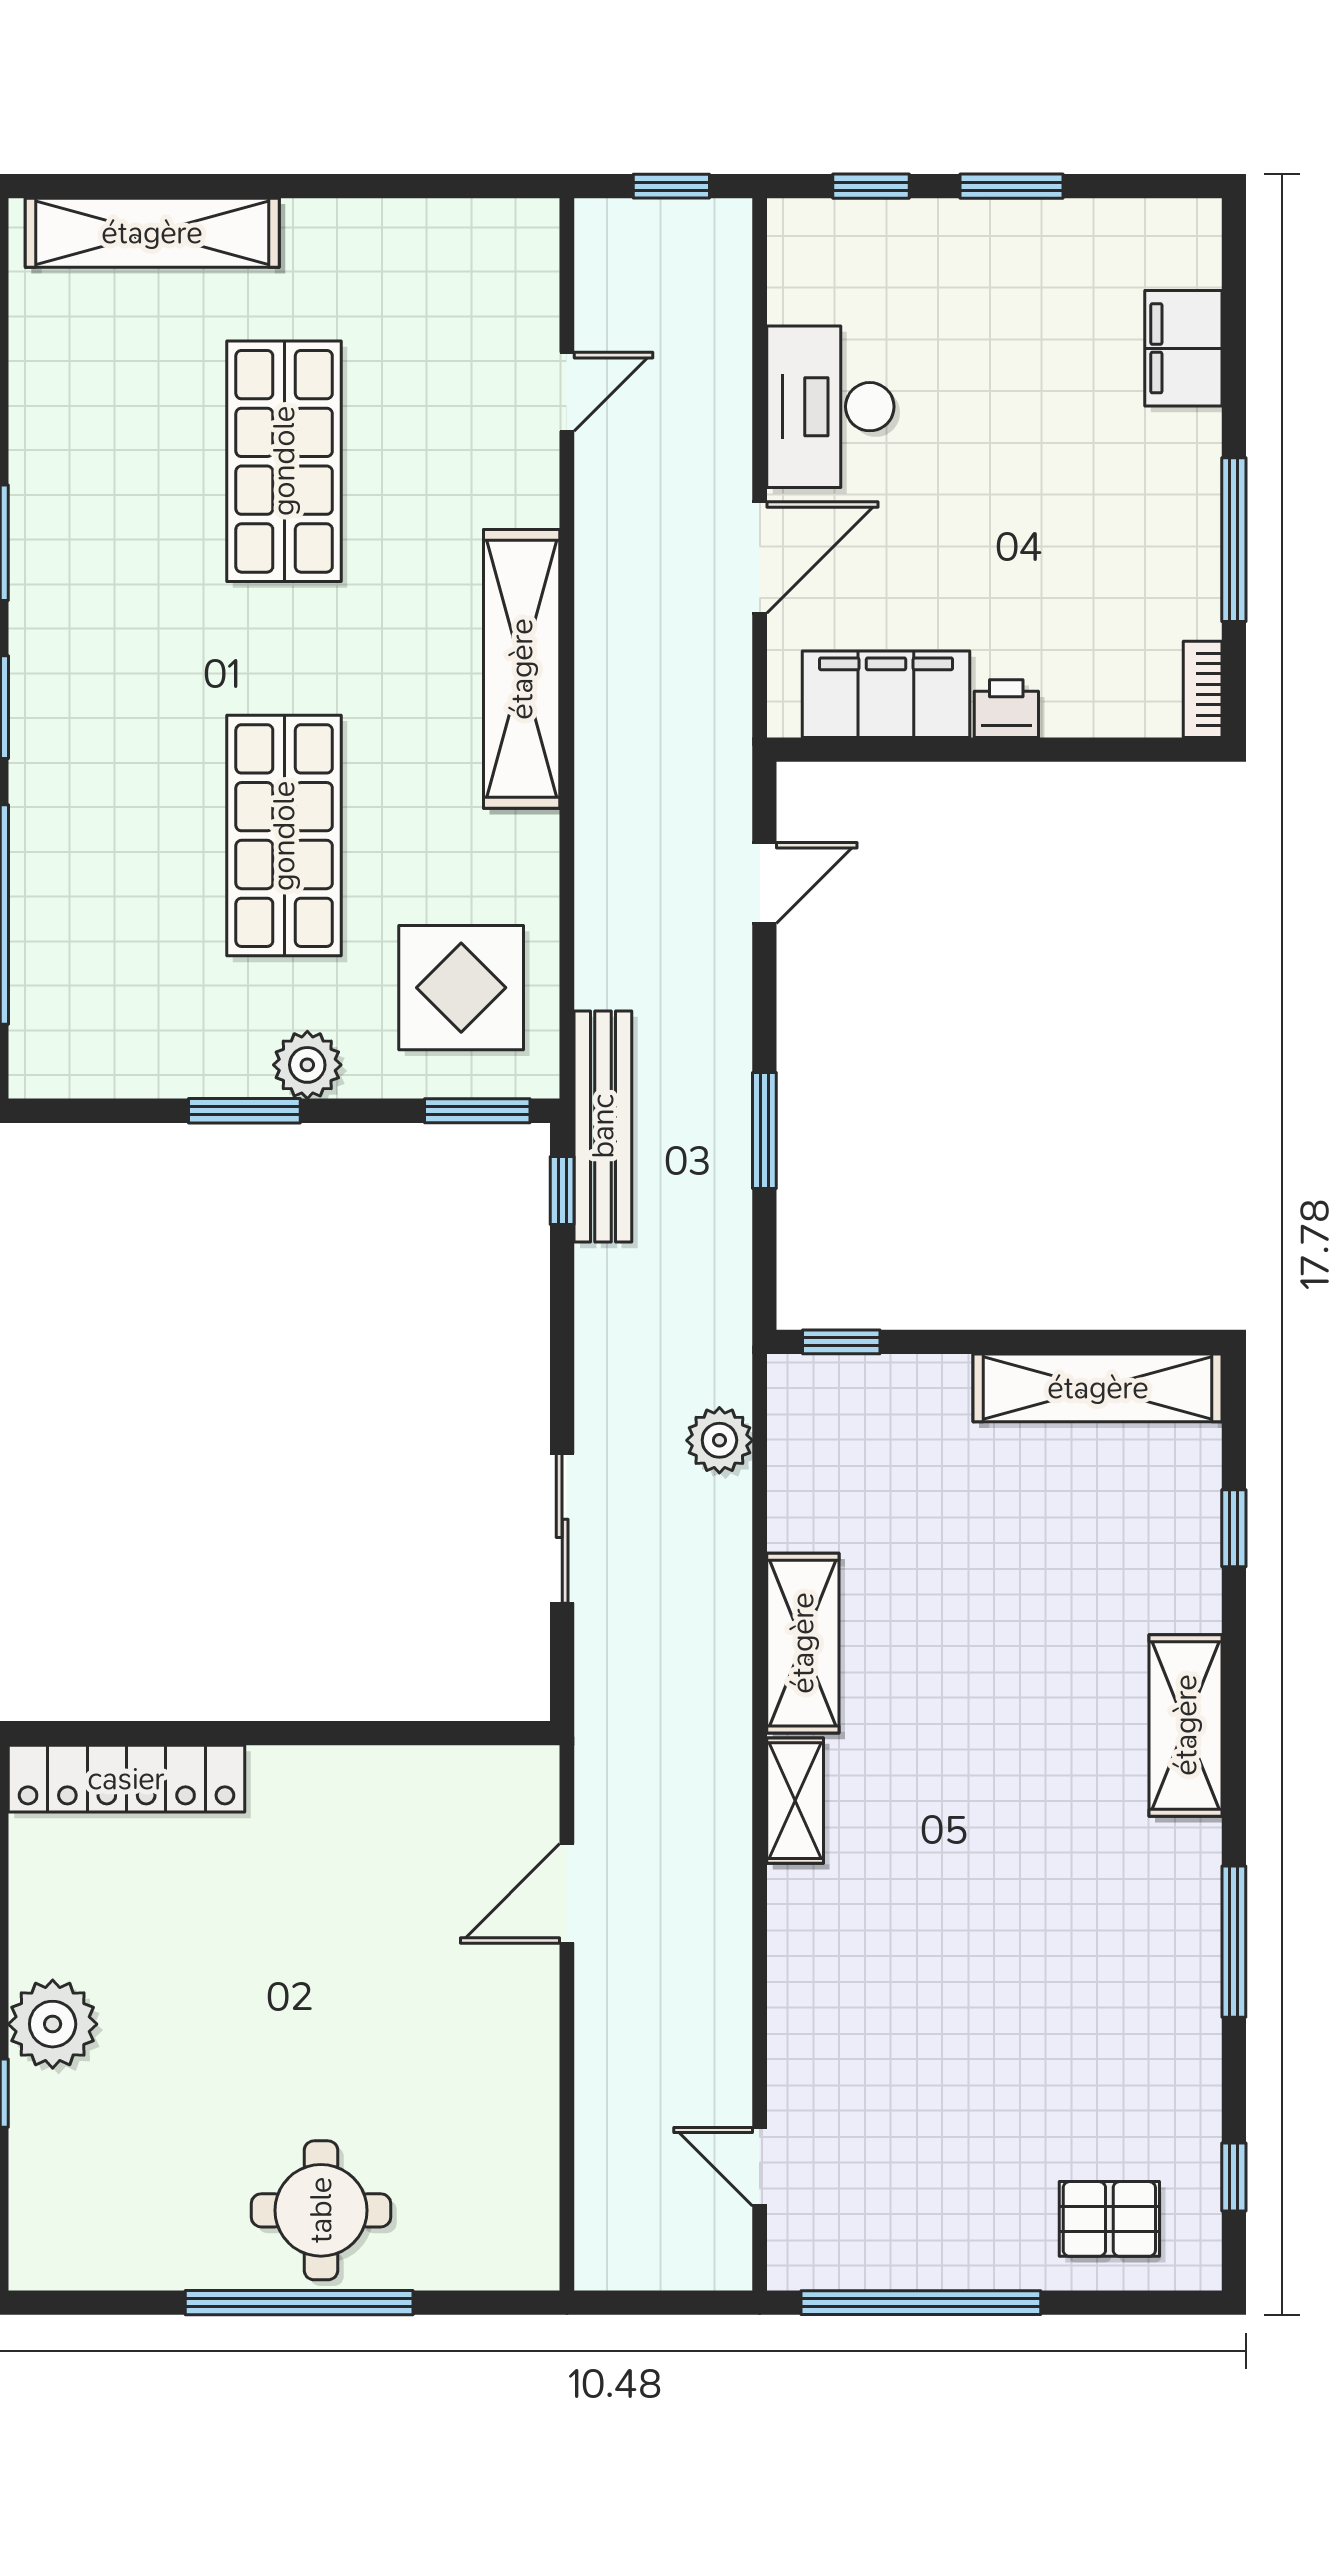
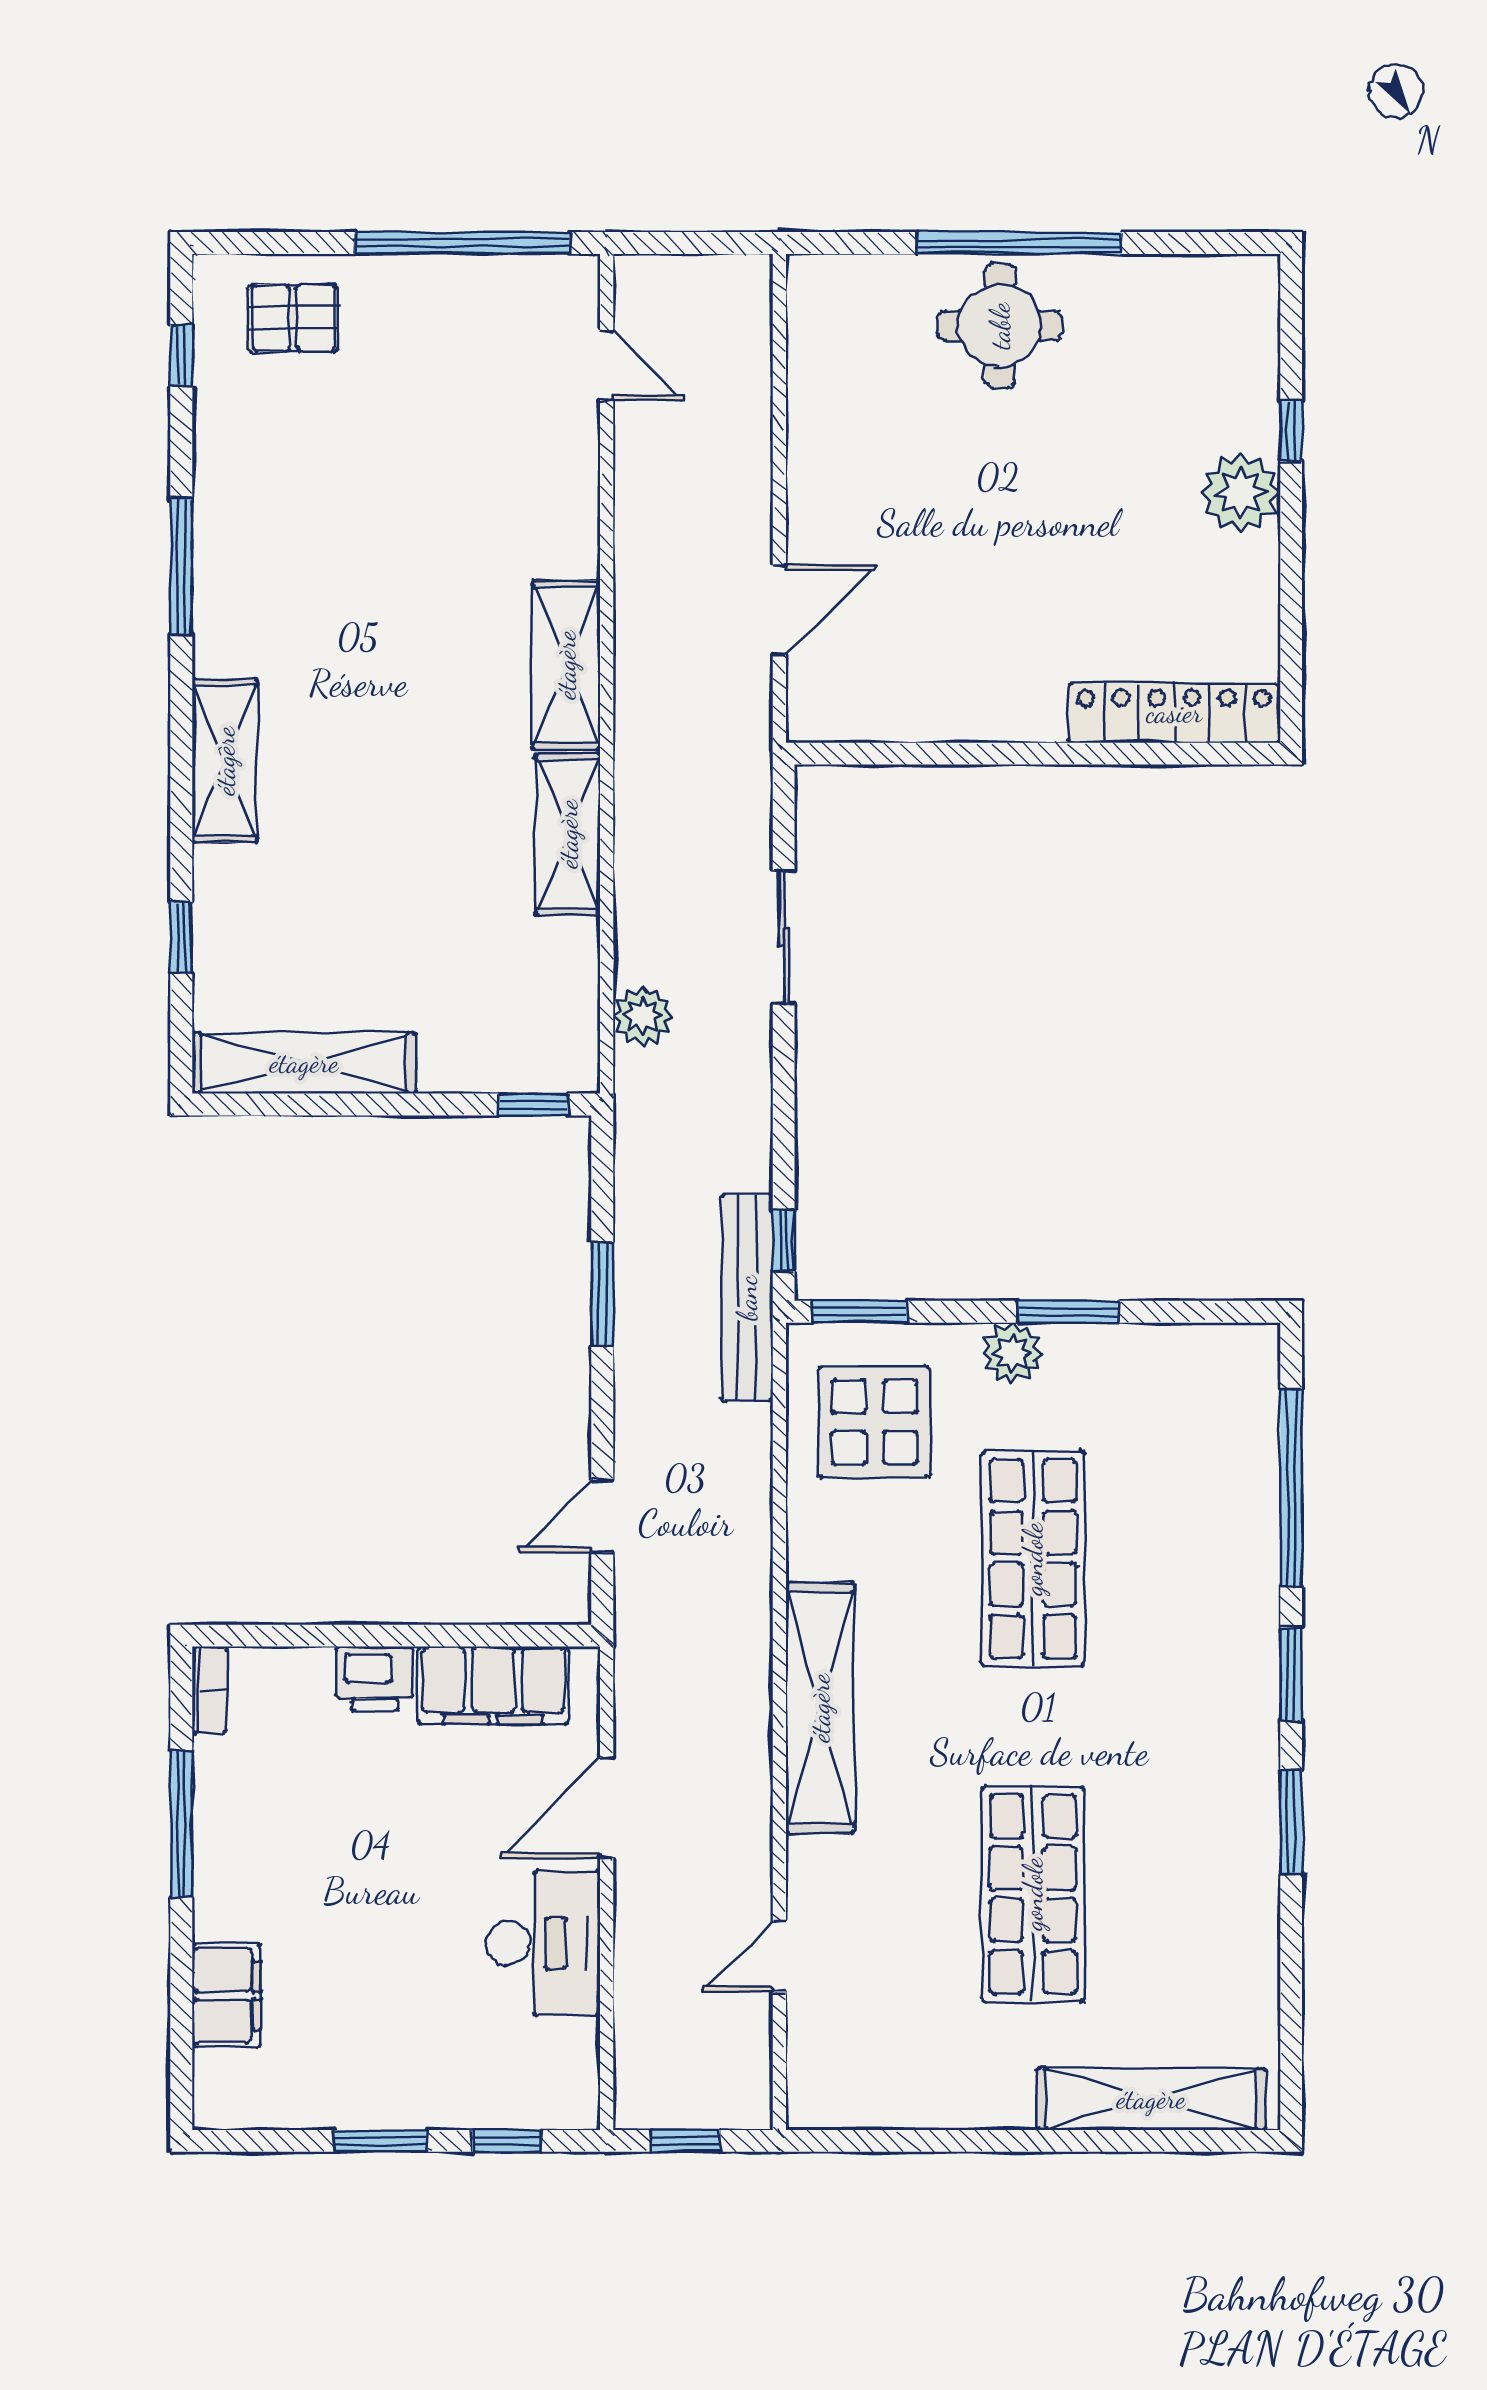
printer: (1006, 709) -> (375, 1679), width x1.36, depth x1.24
shelving: (795, 1801) -> (566, 665), width x1.50, depth x1.33

